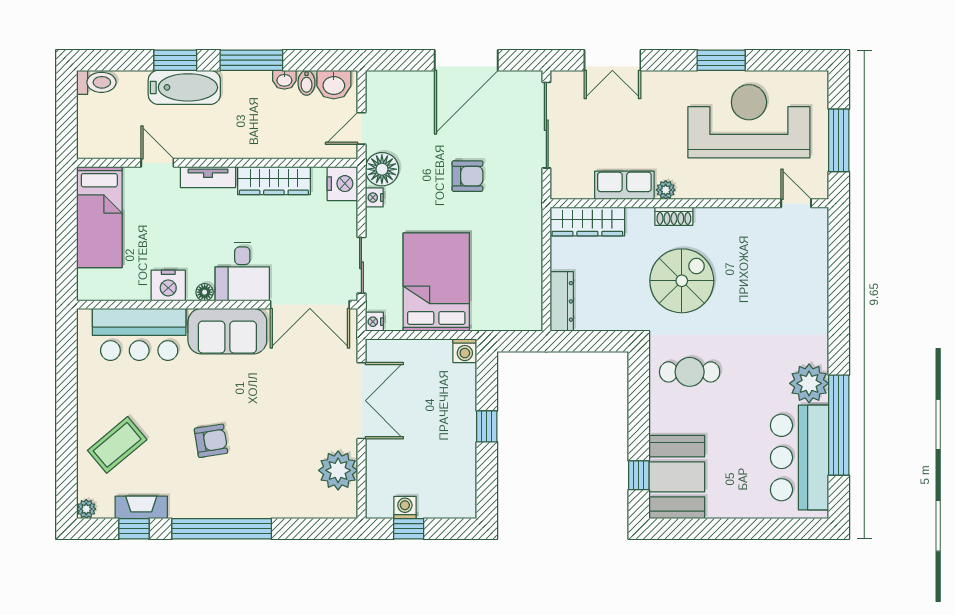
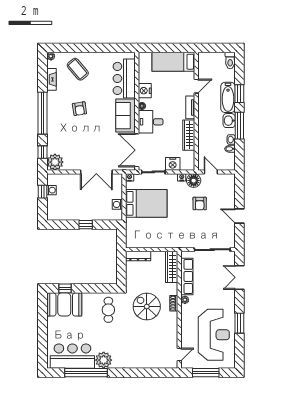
door: (466, 60) -> (239, 216), width x0.53
washbasin: (334, 85) -> (229, 121), moved
armchair: (467, 176) -> (200, 203), moved
nightstand: (342, 184) -> (173, 164), moved
row of seats: (624, 185) -> (187, 276), width x1.48
spiral stairs: (682, 281) -> (147, 307), turned 180
washing machine: (465, 351) -> (117, 204), moved
plant: (338, 470) -> (55, 162), moved
window: (134, 529) -> (43, 152), moved

